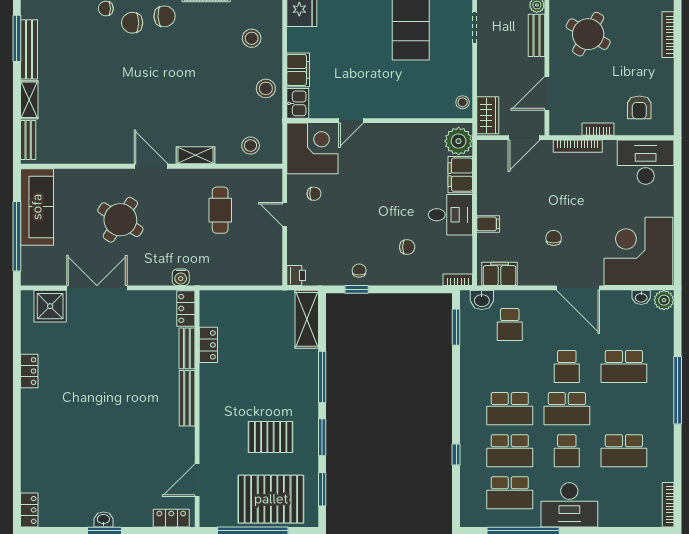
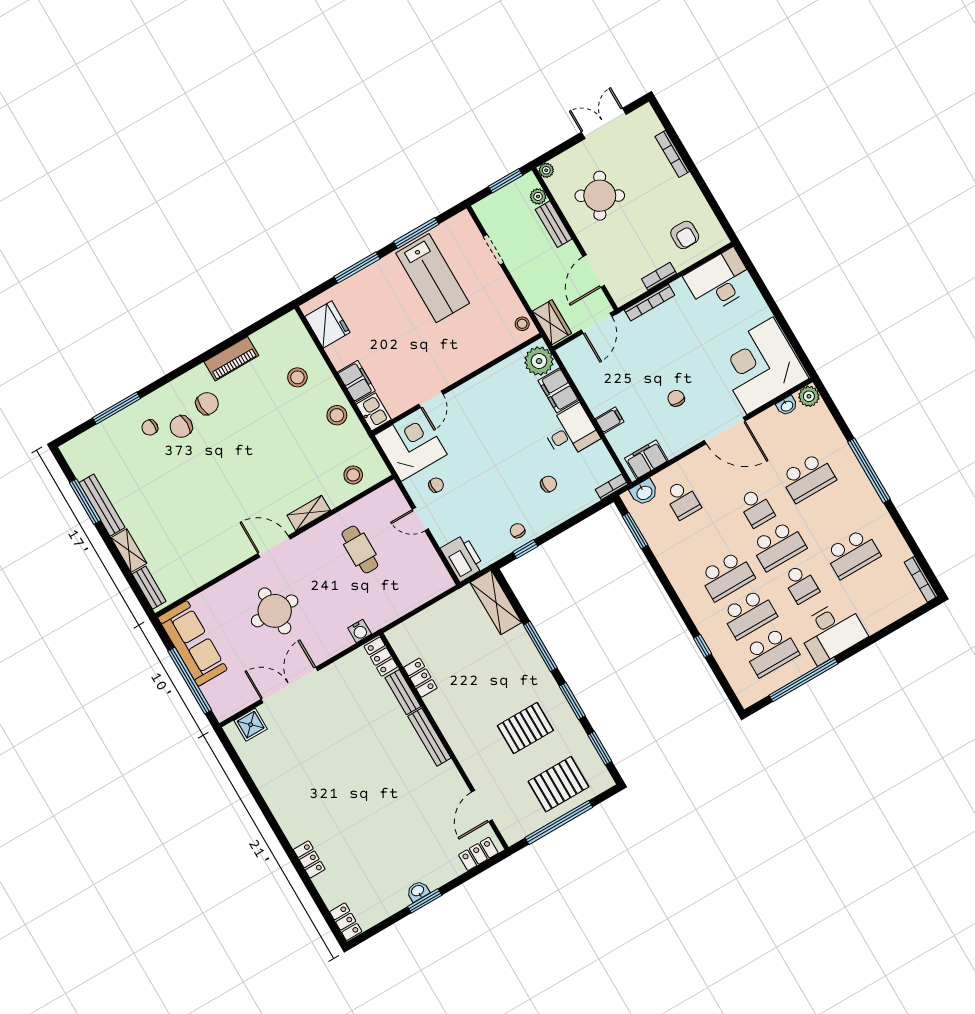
round table: (120, 220) -> (275, 611), turned -33
printer: (296, 275) -> (462, 558), width x1.87, depth x1.48
shower: (50, 306) -> (251, 725), width x0.73, depth x0.73
locker: (29, 371) -> (309, 859), moved
pallet: (271, 499) -> (558, 784), width x0.73, depth x0.71

